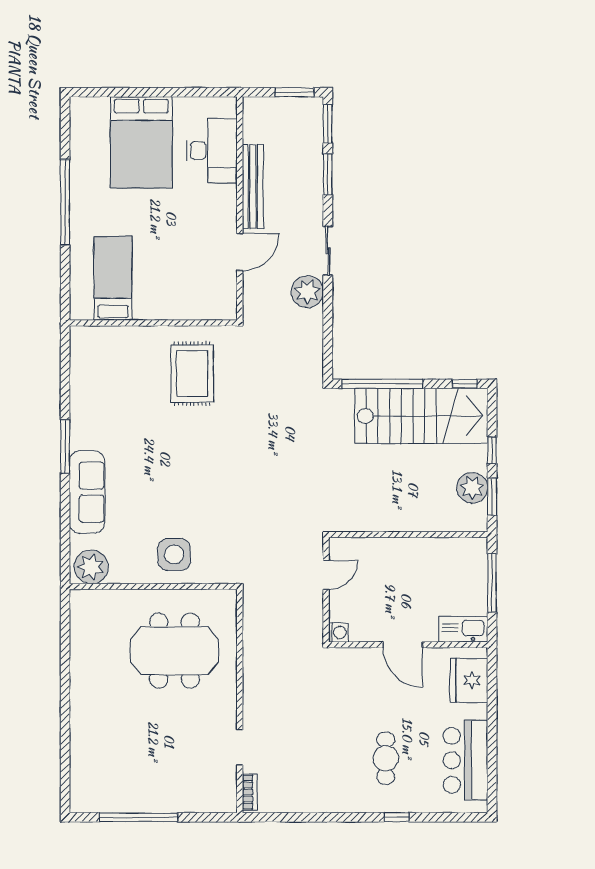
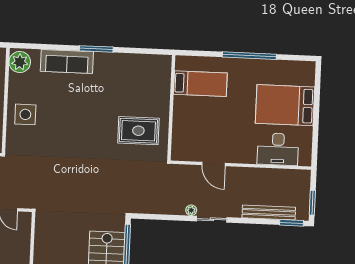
window: (328, 174) -> (260, 221), removed
bench: (253, 187) -> (269, 212), moved
plant: (307, 292) -> (191, 210), width x0.53, depth x0.53

